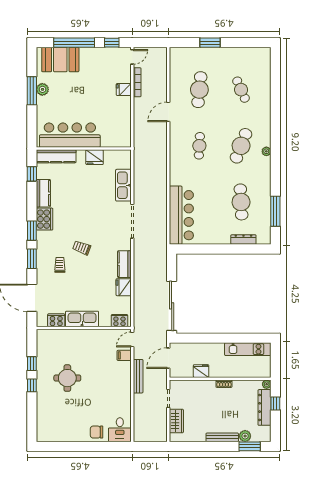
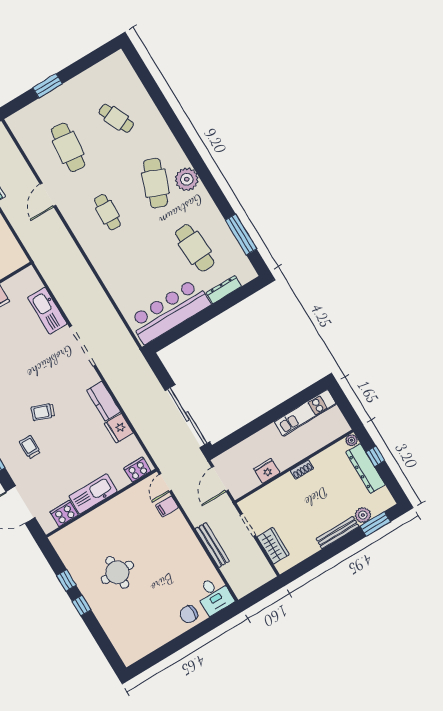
plant: (266, 151) -> (187, 179), width x1.87, depth x1.87
bar counter: (181, 215) -> (170, 311), moved, turned -90
bench: (138, 376) -> (212, 545), moved

